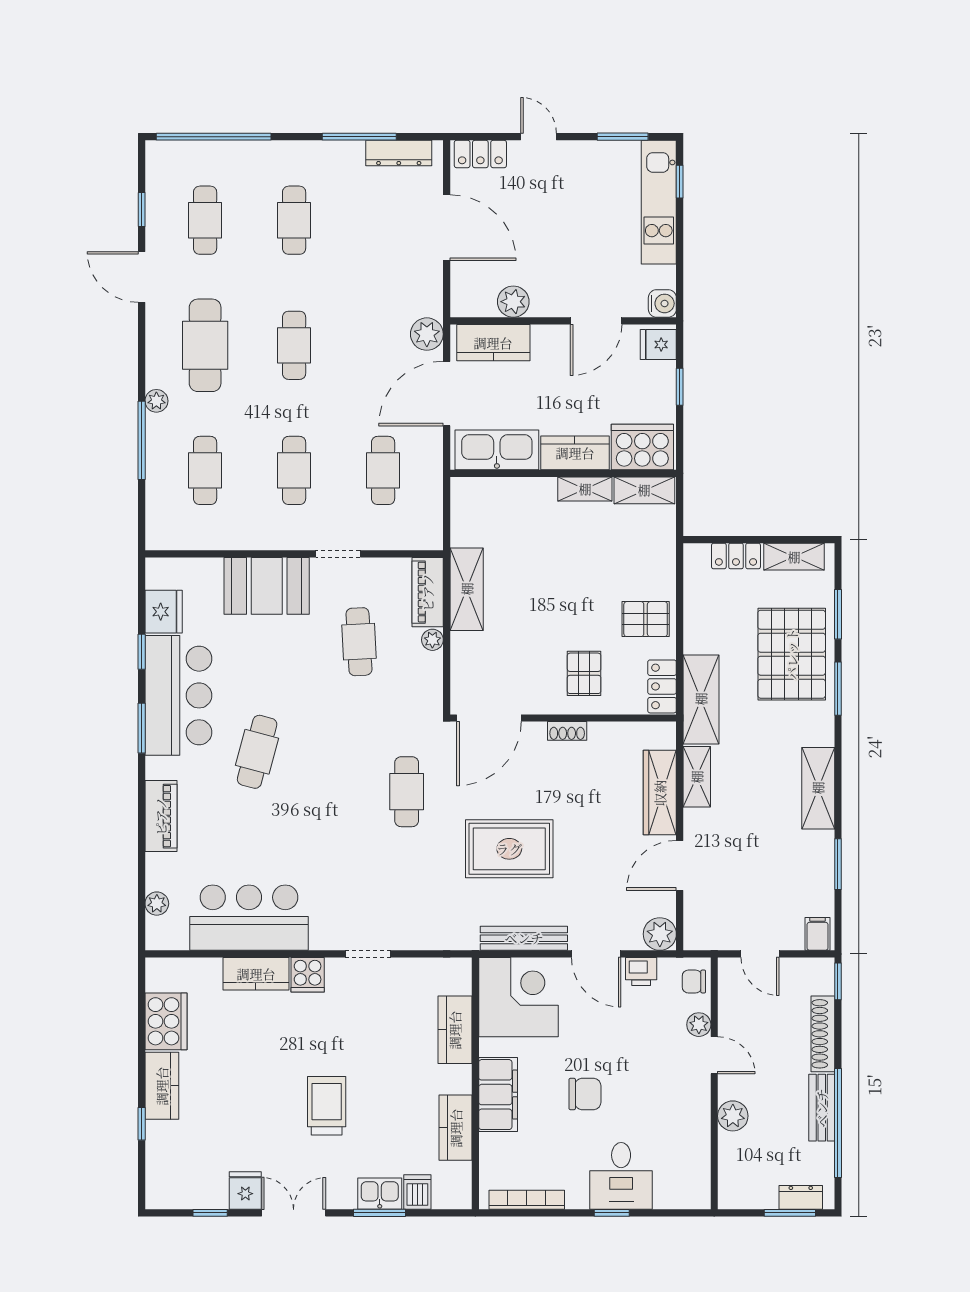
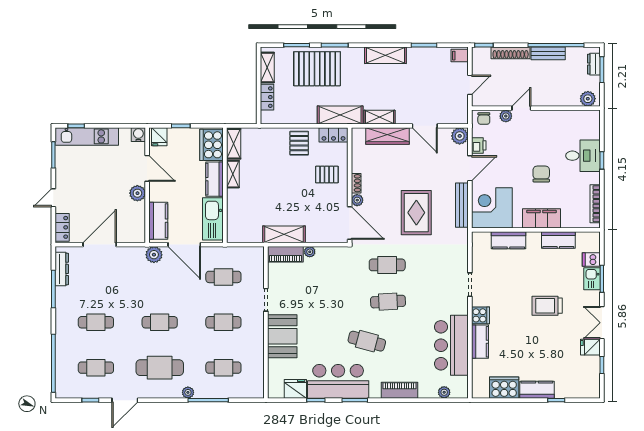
plant: (513, 302) -> (137, 193), moved
cafe table: (359, 642) -> (388, 302), moved
plant: (534, 733) -> (357, 200), added
plant: (733, 1116) -> (588, 99), moved

